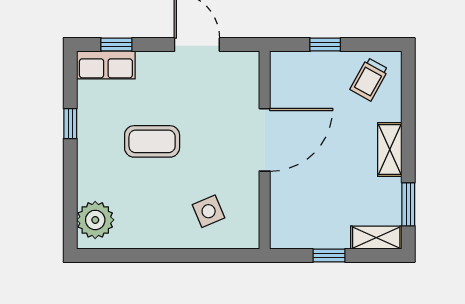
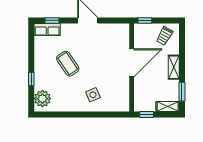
window: (70, 124) -> (31, 79), moved
door: (265, 140) -> (132, 63), moved
coffee table: (152, 141) -> (68, 64), turned 56
wall: (265, 150) -> (132, 67), moved

